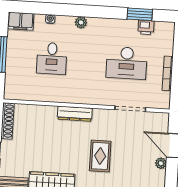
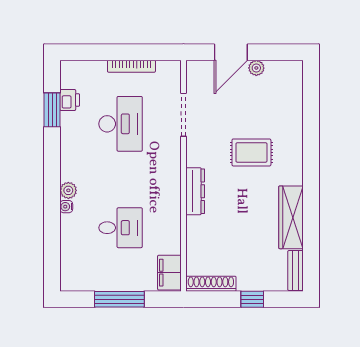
water cooler: (50, 19) -> (66, 207), moved
filing cabinet: (21, 21) -> (169, 273), moved, turned 180

